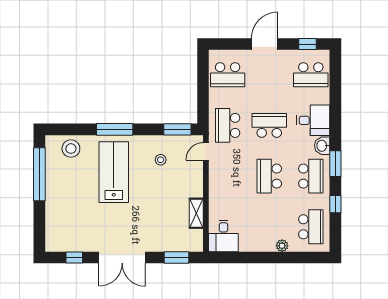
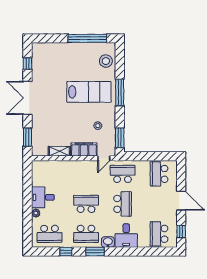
door: (206, 151) -> (104, 158), swing flipped
filing cabinet: (194, 179) -> (84, 150), added
desk: (223, 236) -> (43, 197), moved

